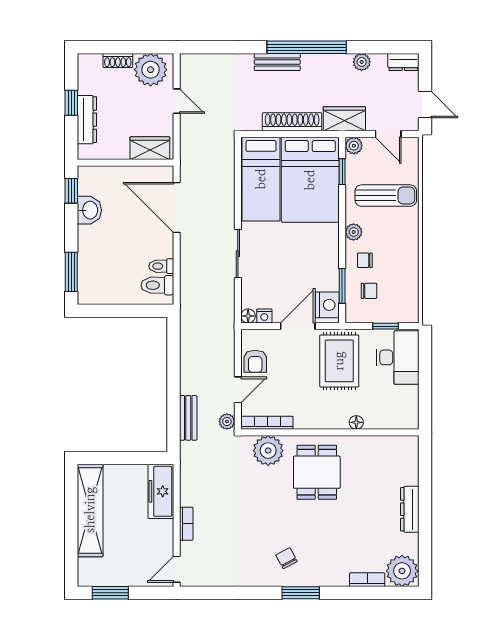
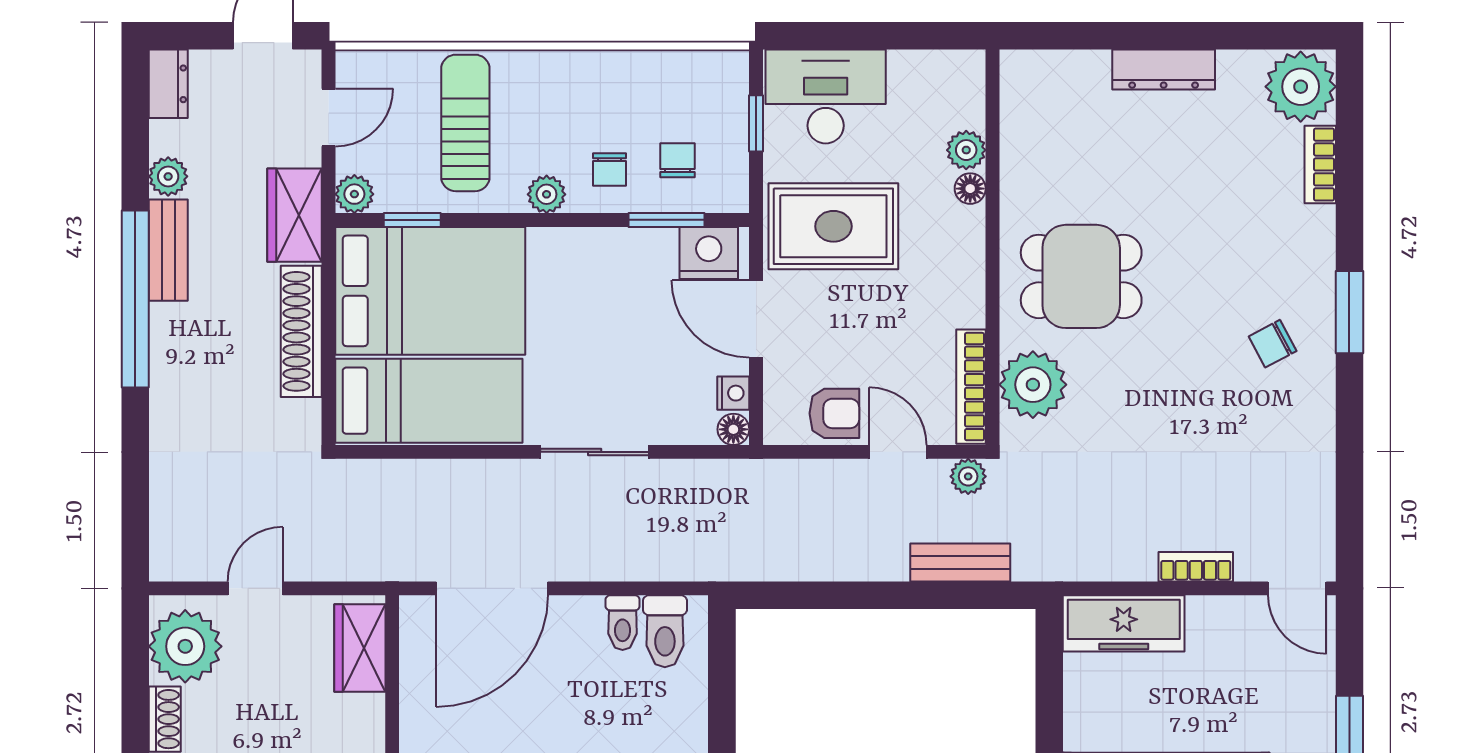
bench: (277, 62) -> (168, 250), moved
plant: (374, 421) -> (966, 150), added

